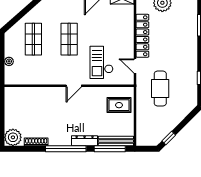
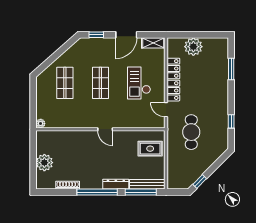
plant: (9, 61) -> (41, 124), moved
checkout: (102, 62) -> (139, 83), moved
door: (74, 86) -> (105, 129), hinge flipped
plant: (13, 137) -> (44, 163), moved

